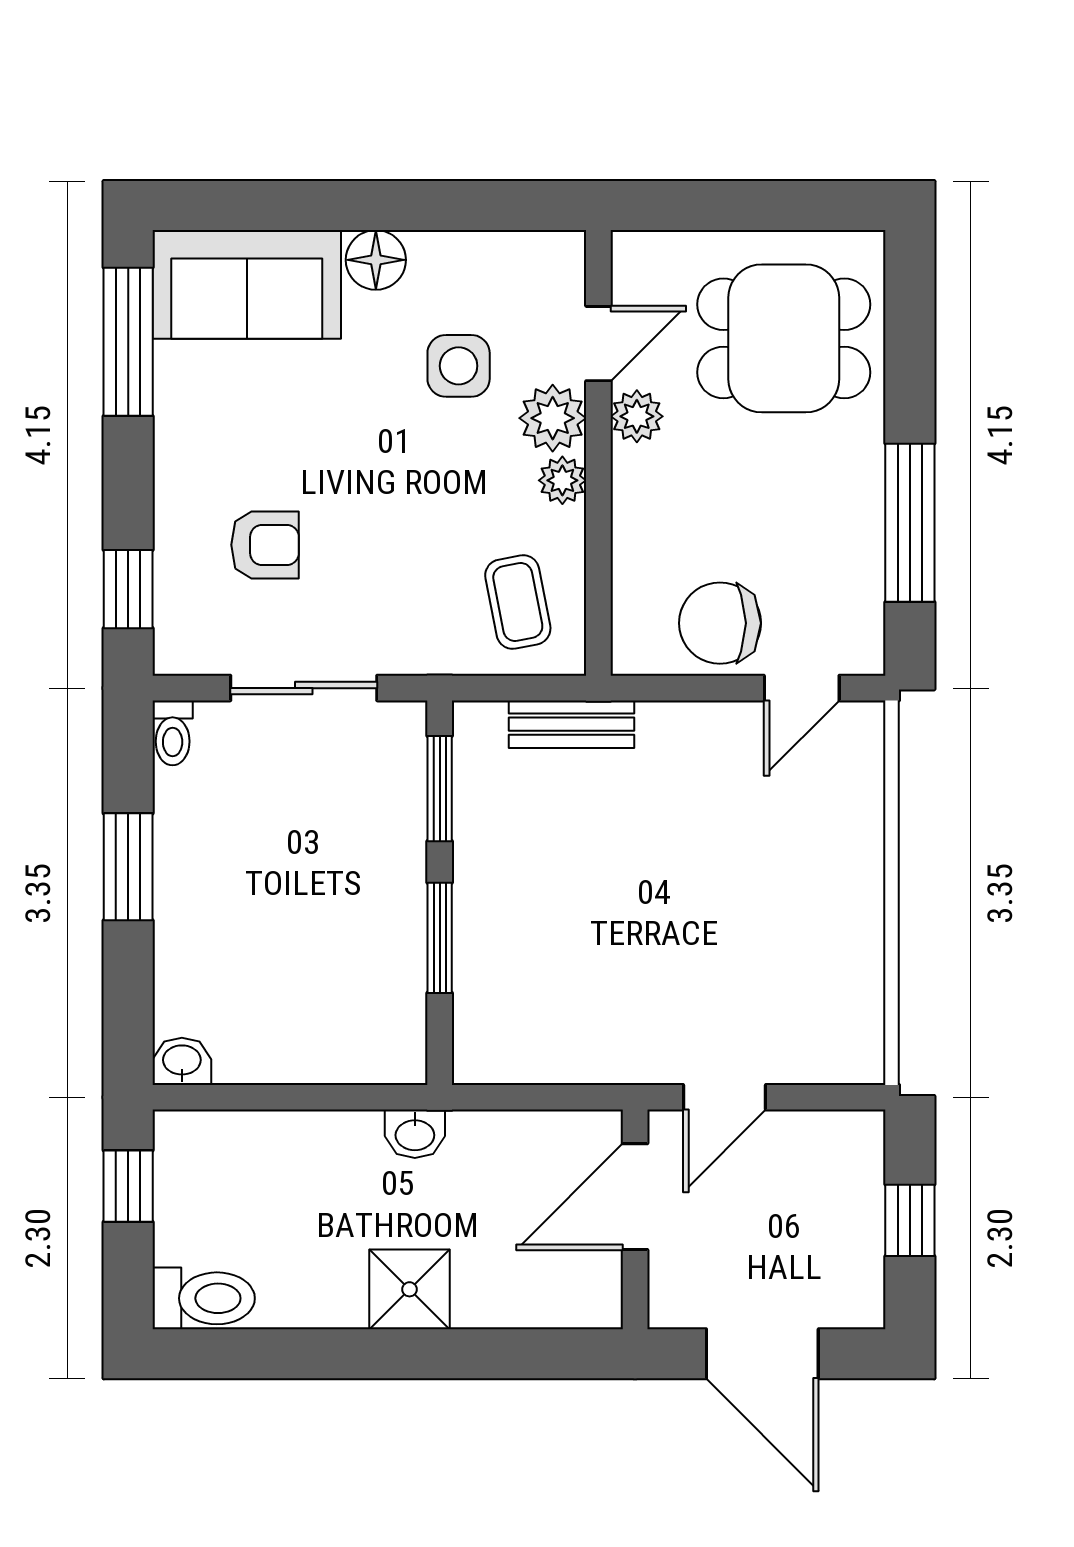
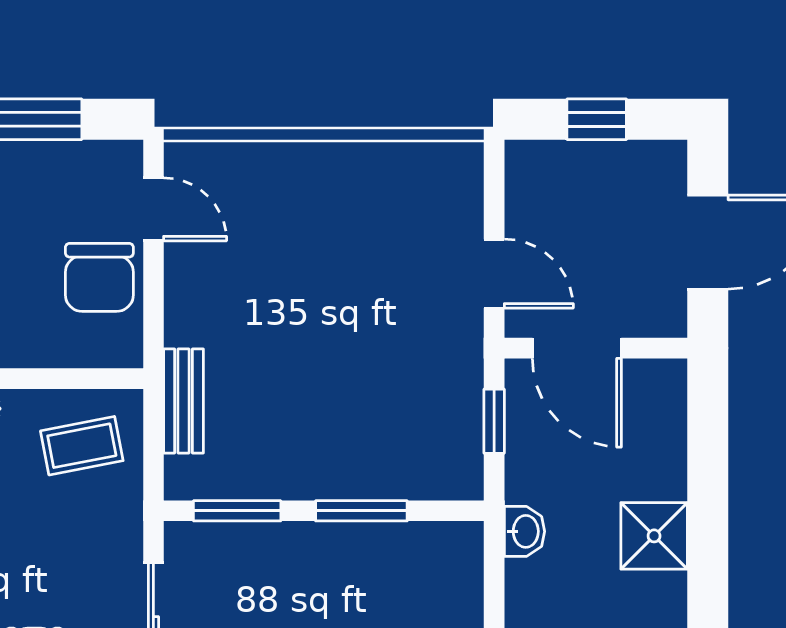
window: (547, 1097) -> (494, 421), added

